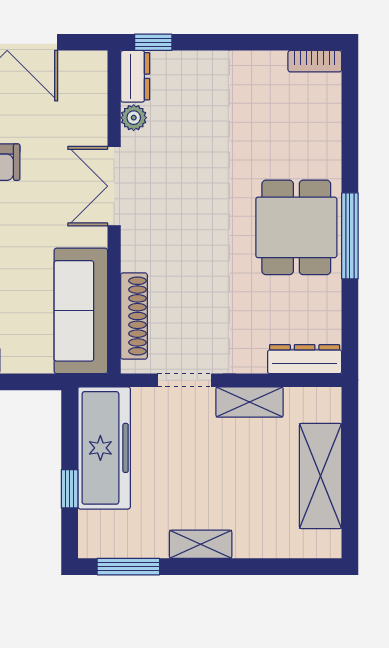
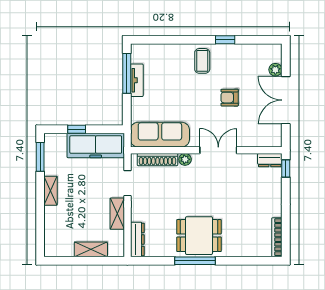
bookcase: (315, 61) -> (277, 237), width x1.56
plant: (134, 118) -> (185, 159), moved
shelving: (321, 476) -> (91, 249), width x0.67, depth x0.75

